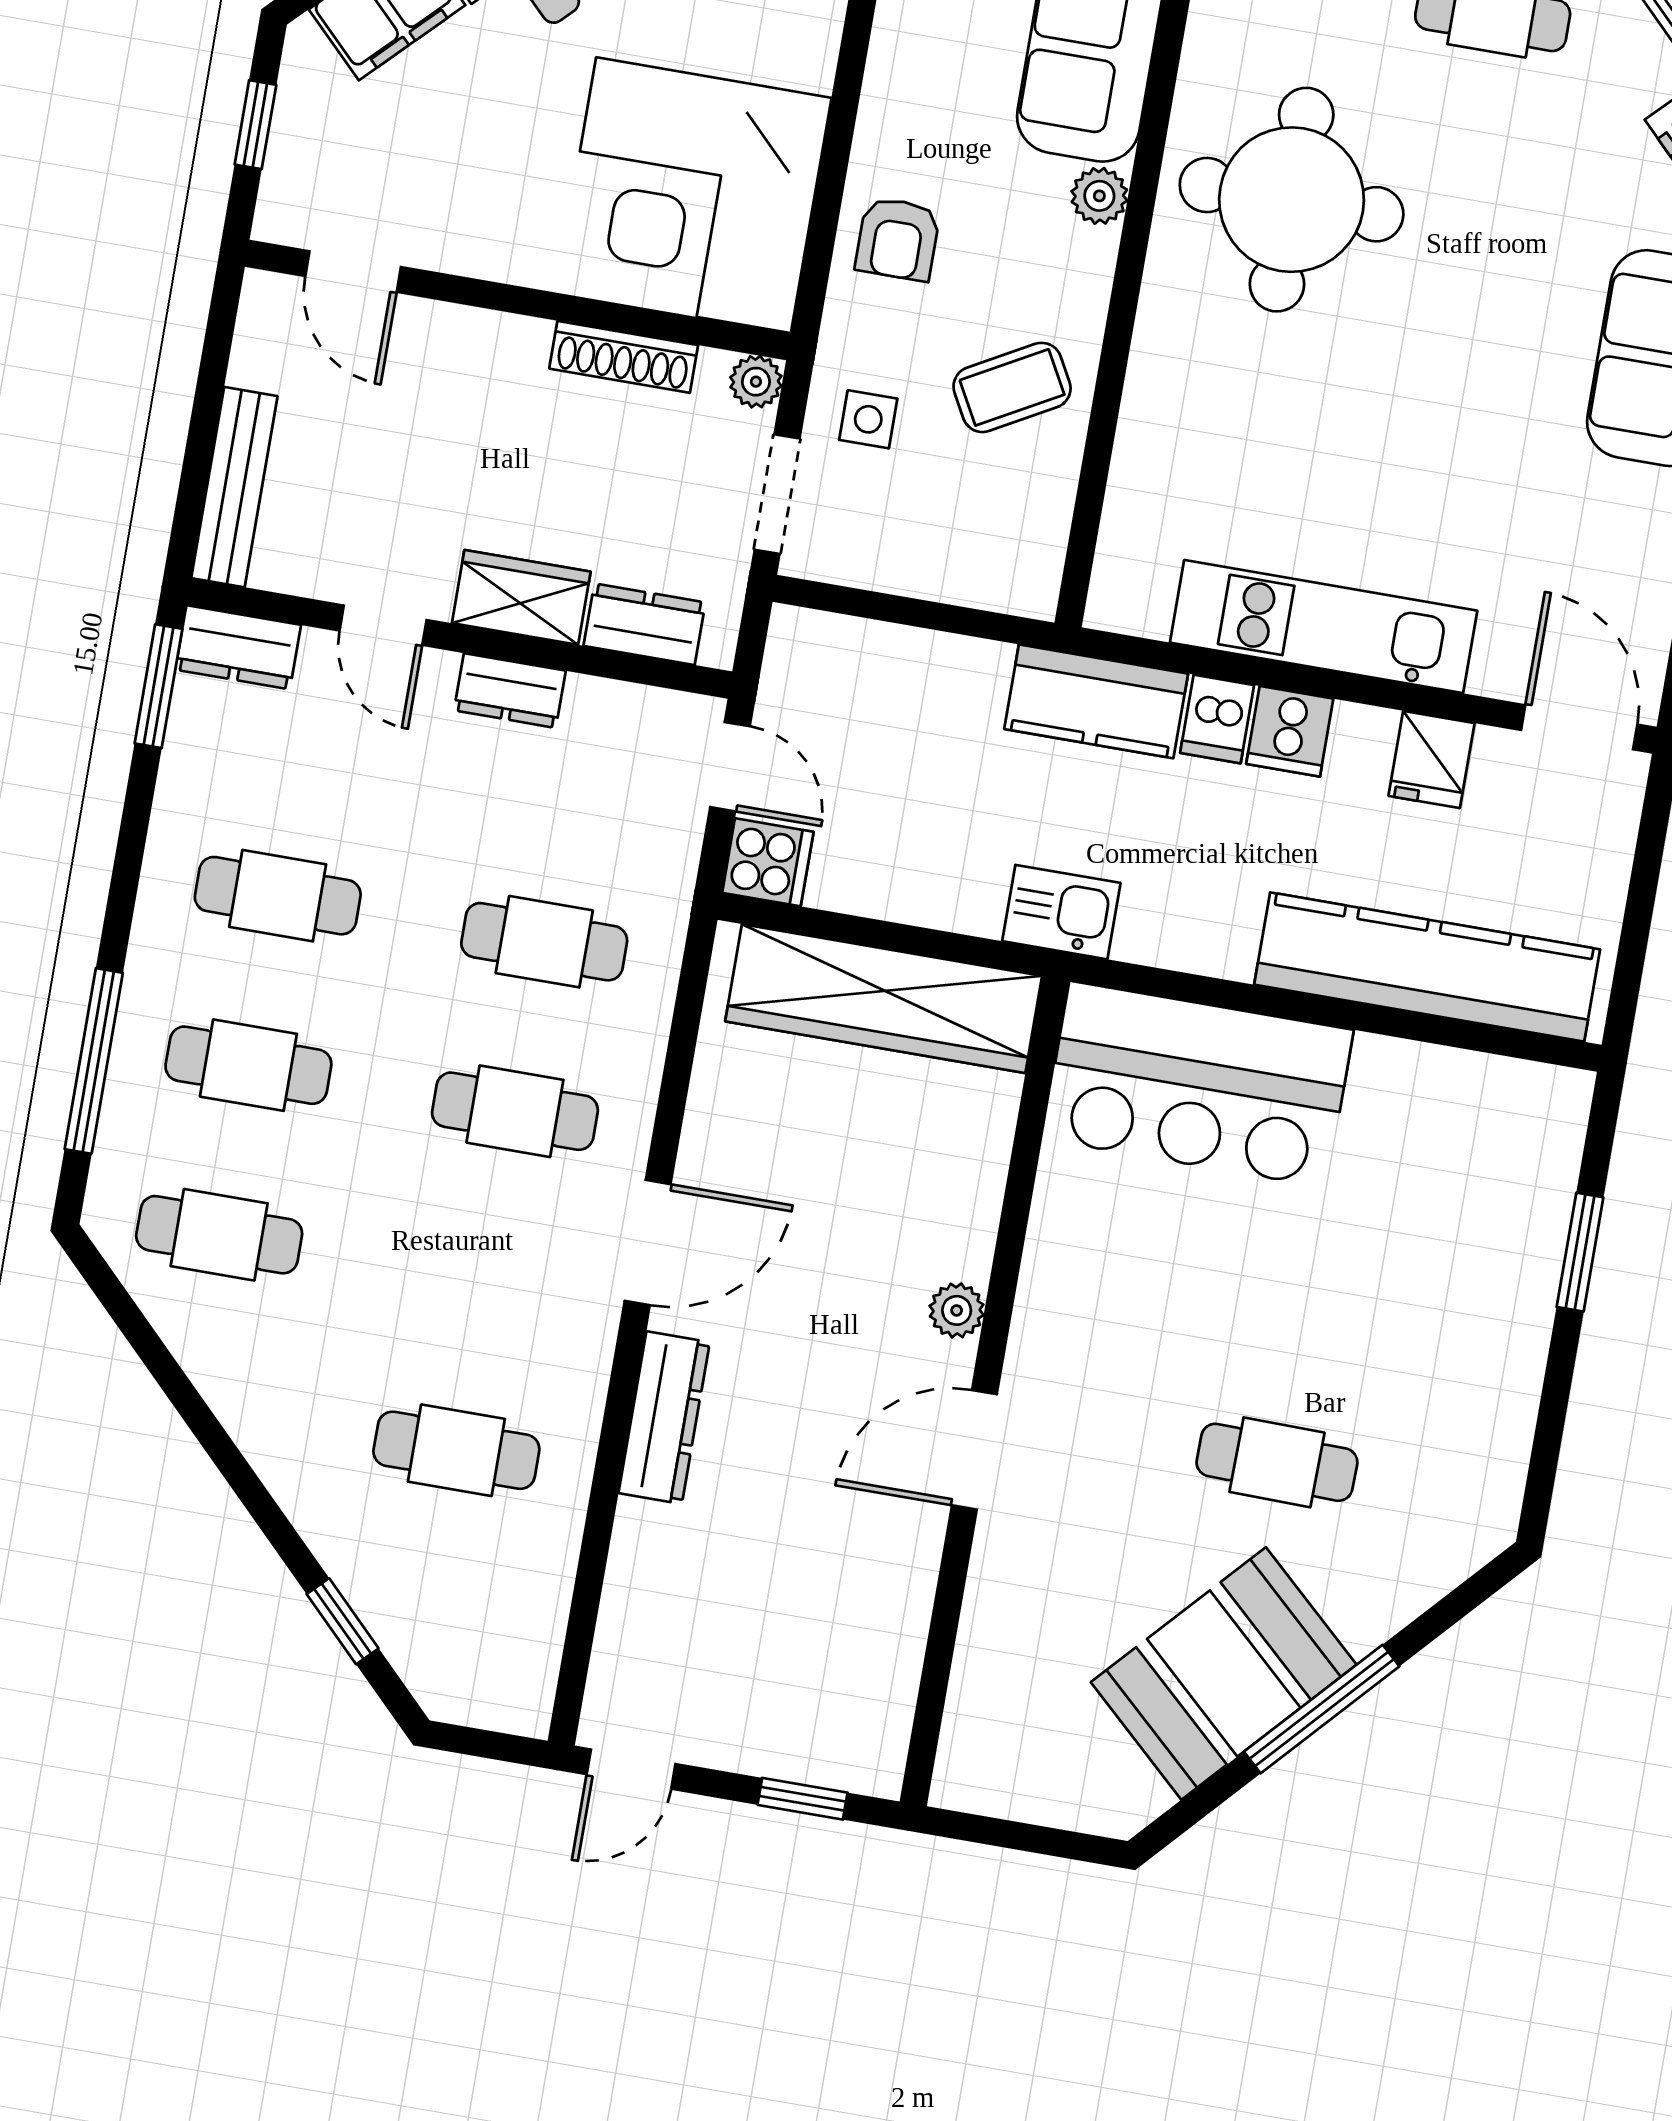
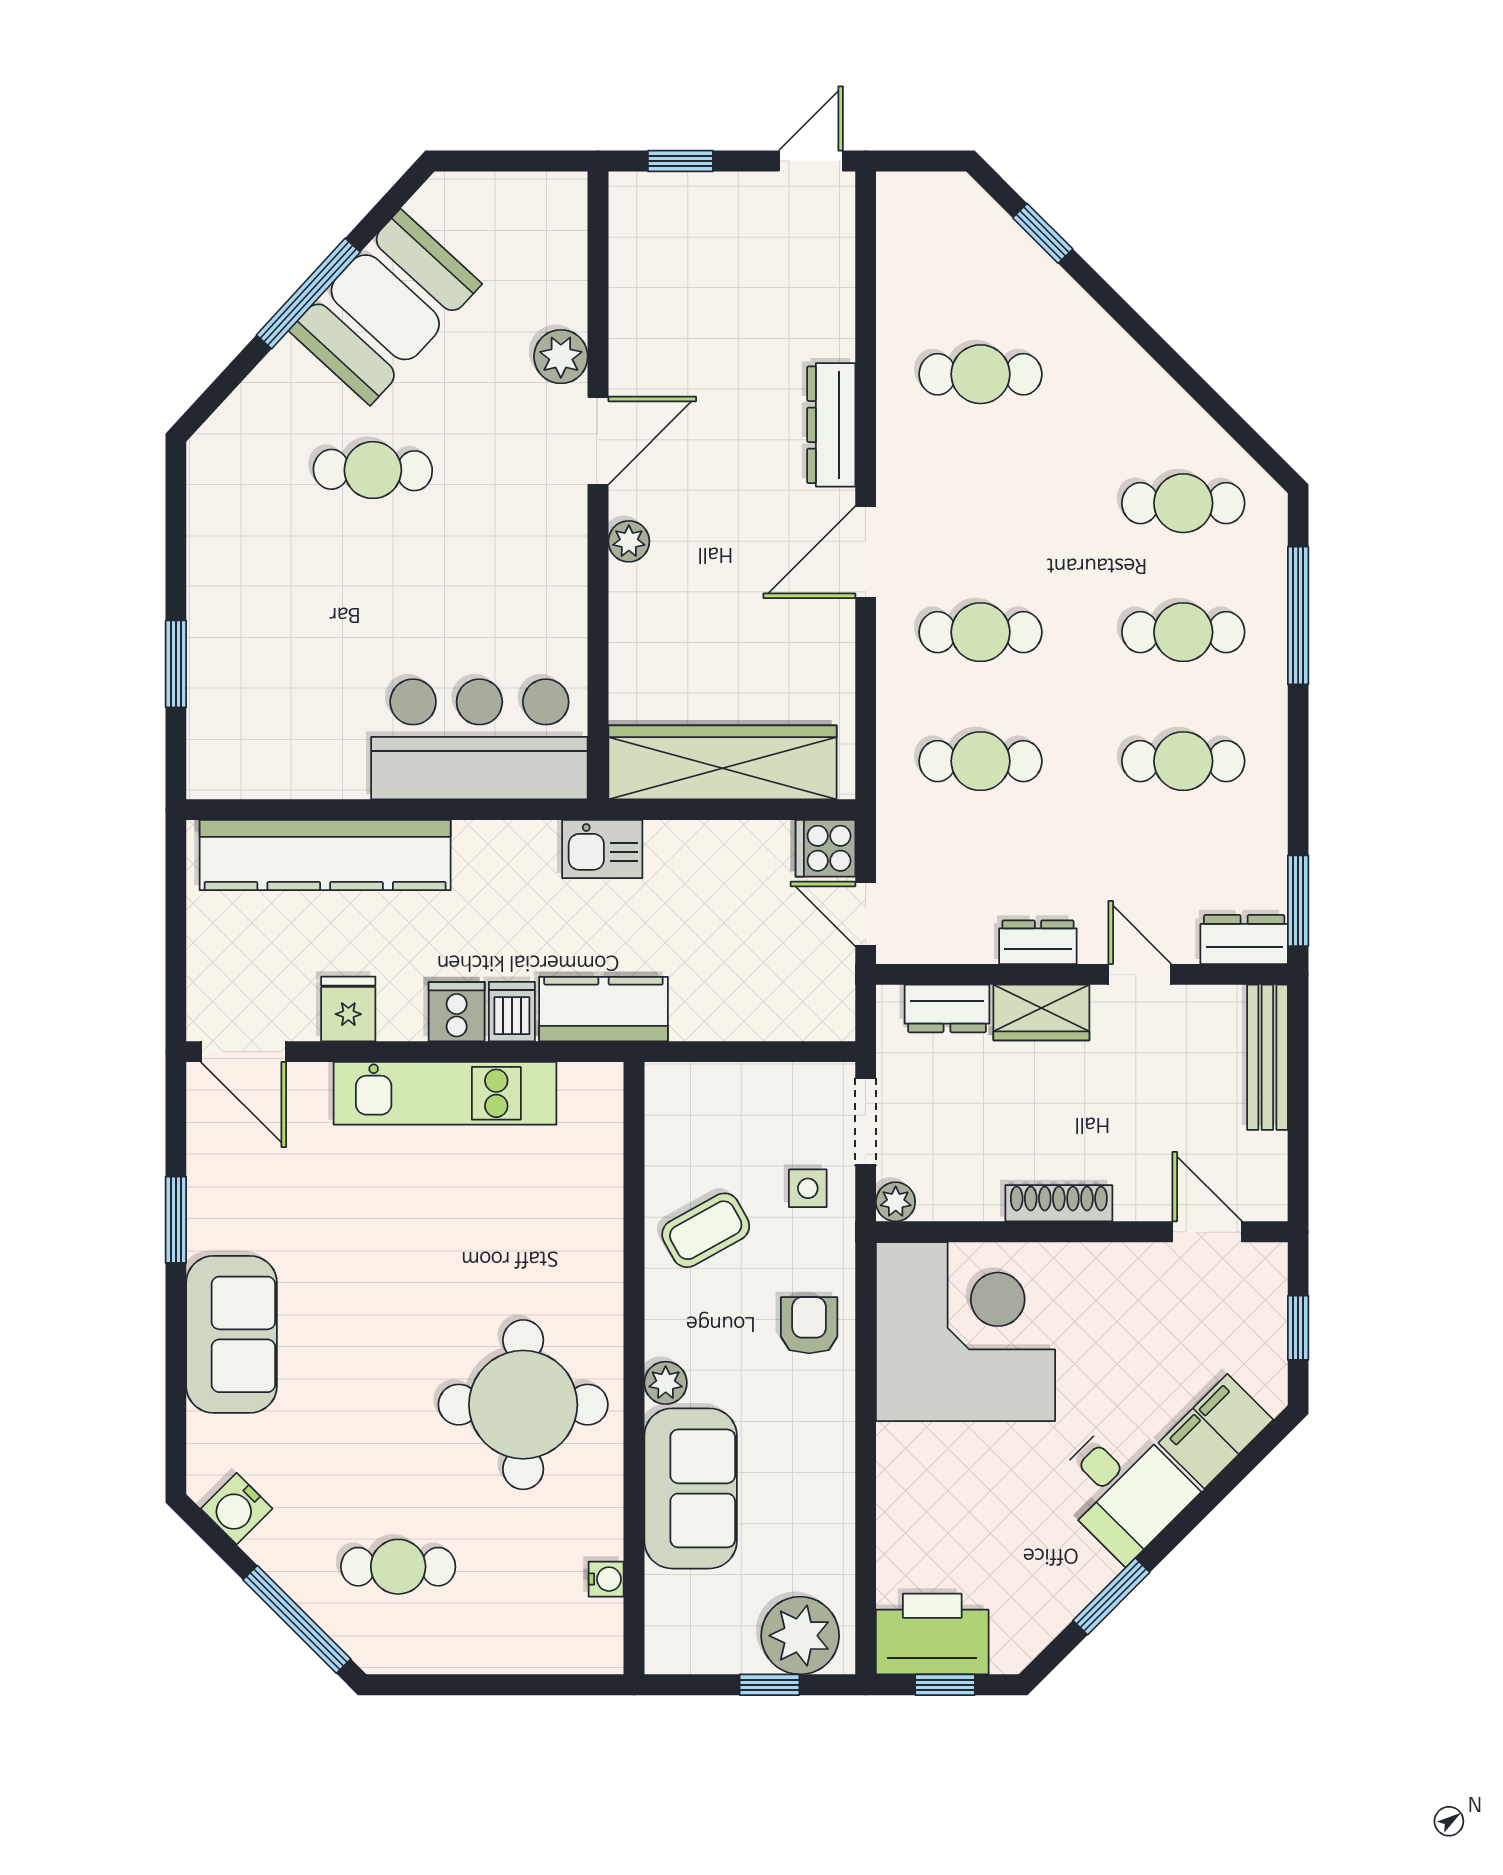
shoe rack: (624, 357) -> (1059, 1203), moved
plant: (1004, 1569) -> (561, 357), added

